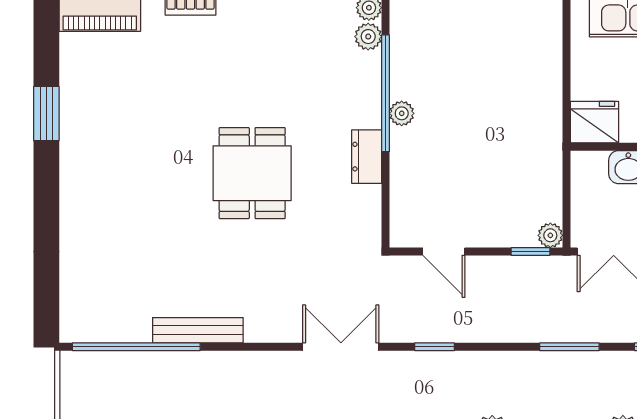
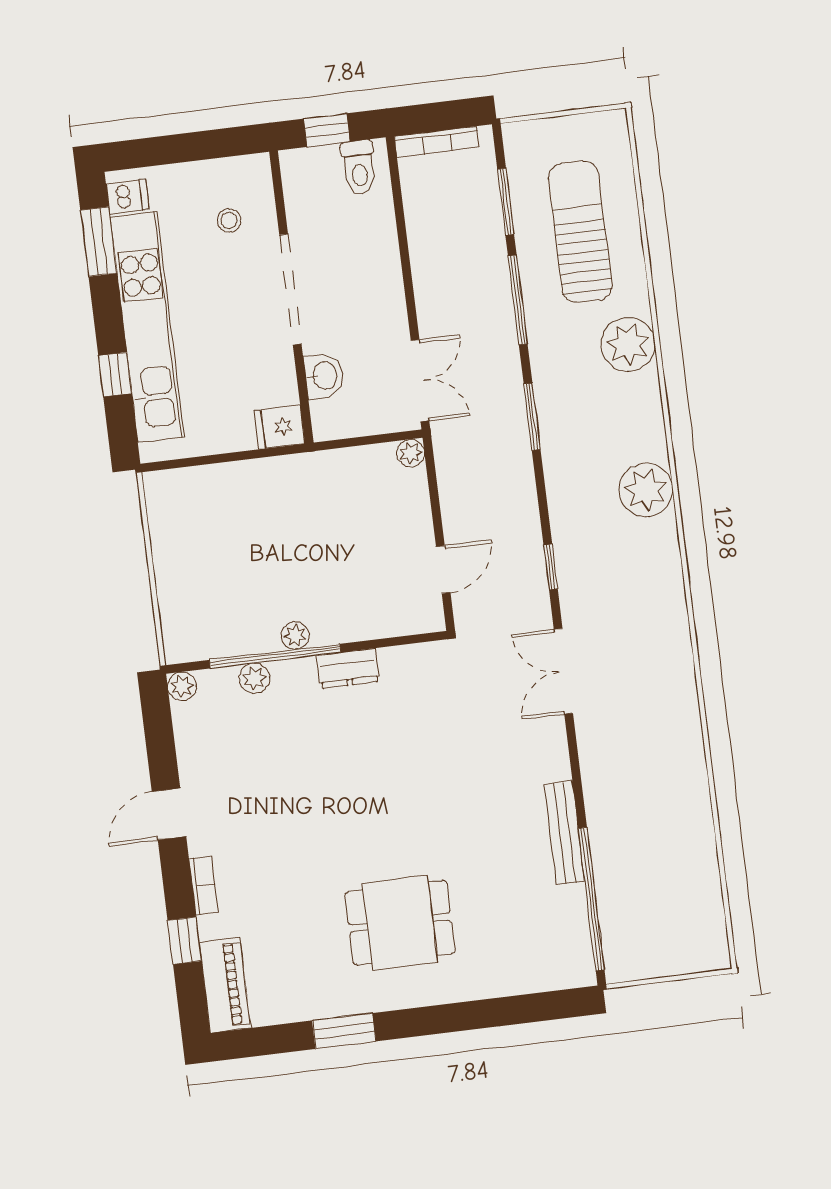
plant: (368, 37) -> (254, 678), moved
fridge: (594, 122) -> (279, 427), width x0.72
dining table: (252, 173) -> (400, 923), moved
window: (531, 251) -> (431, 473), removed

